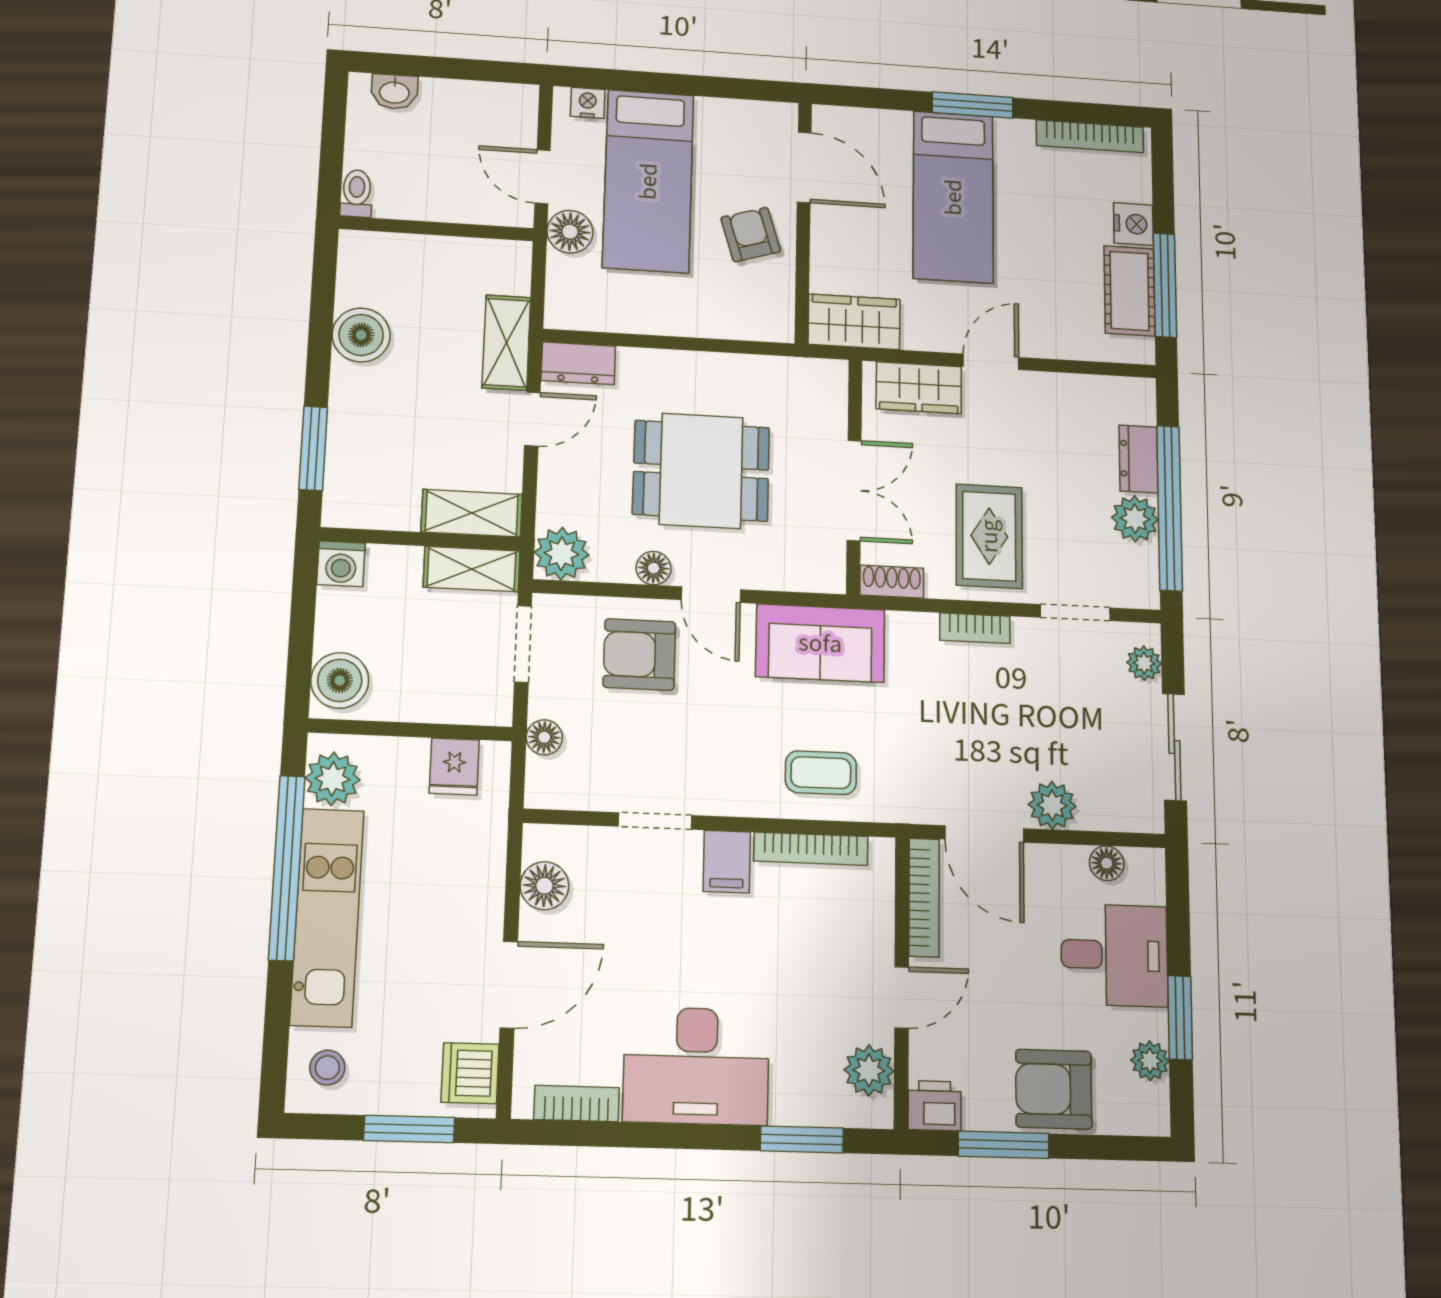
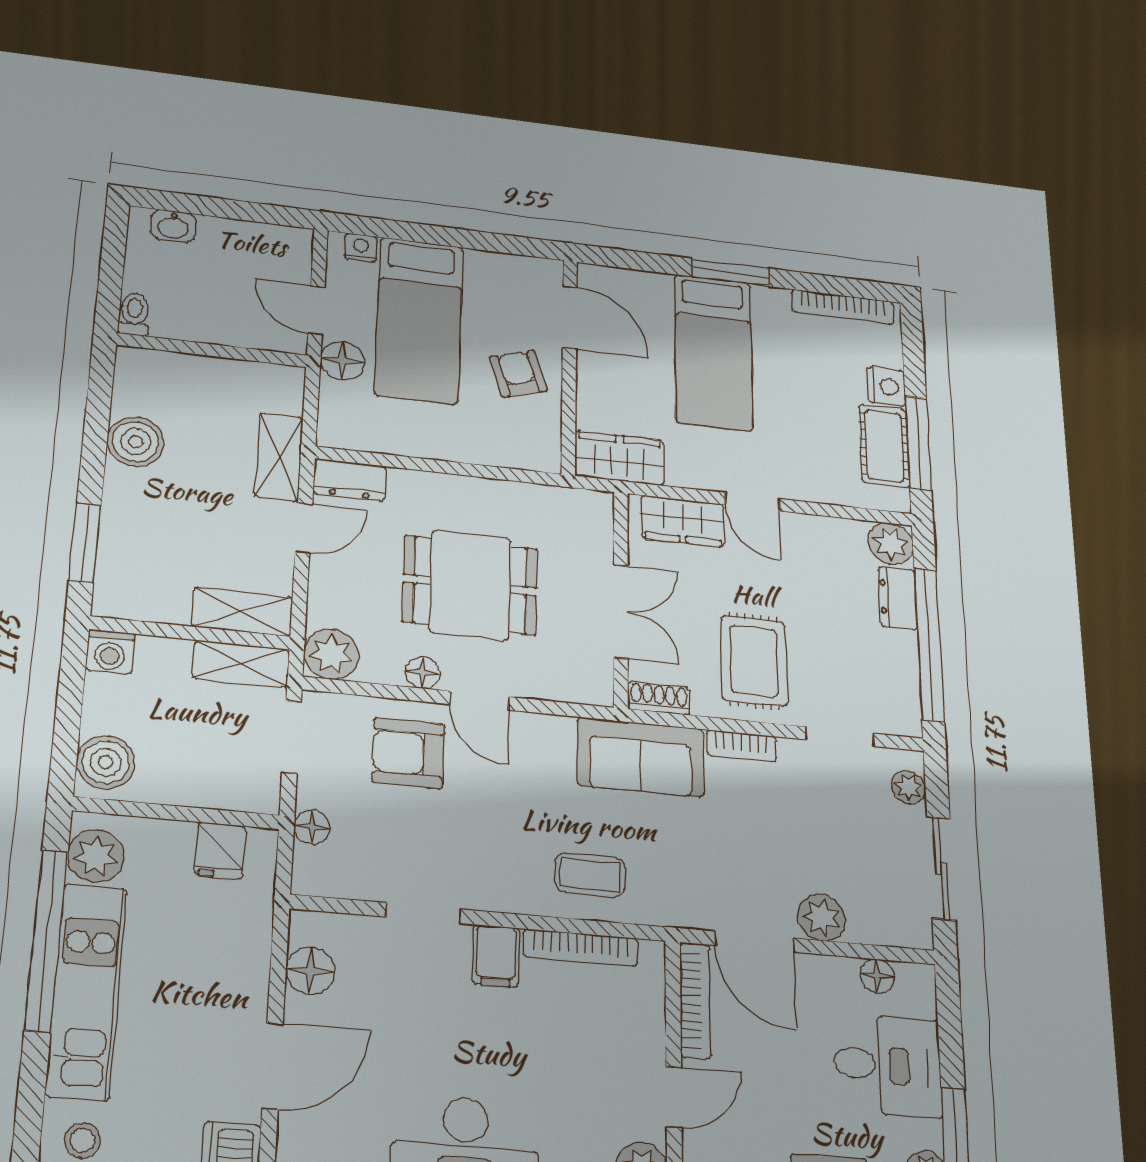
door: (991, 362) -> (752, 502), swing flipped
plant: (1135, 519) -> (891, 544), moved
sofa: (820, 643) -> (641, 757), moved

